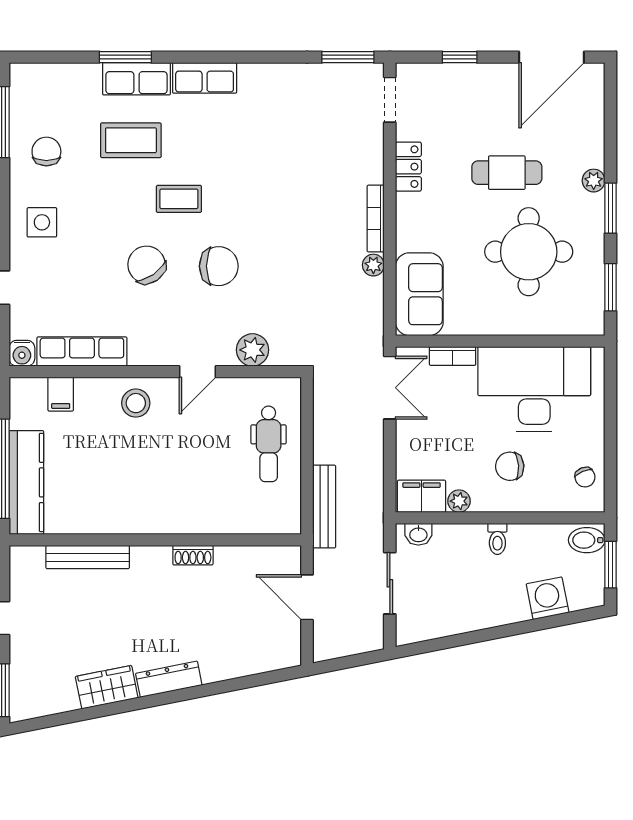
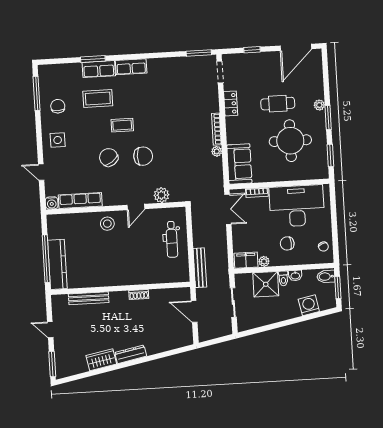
filing cabinet: (61, 394) -> (71, 221), removed
washbasin: (418, 534) -> (295, 275), moved
shower: (460, 549) -> (266, 284), added

